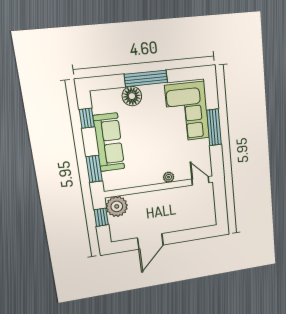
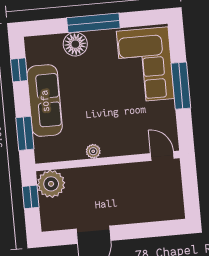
plant: (169, 177) -> (93, 151), moved

